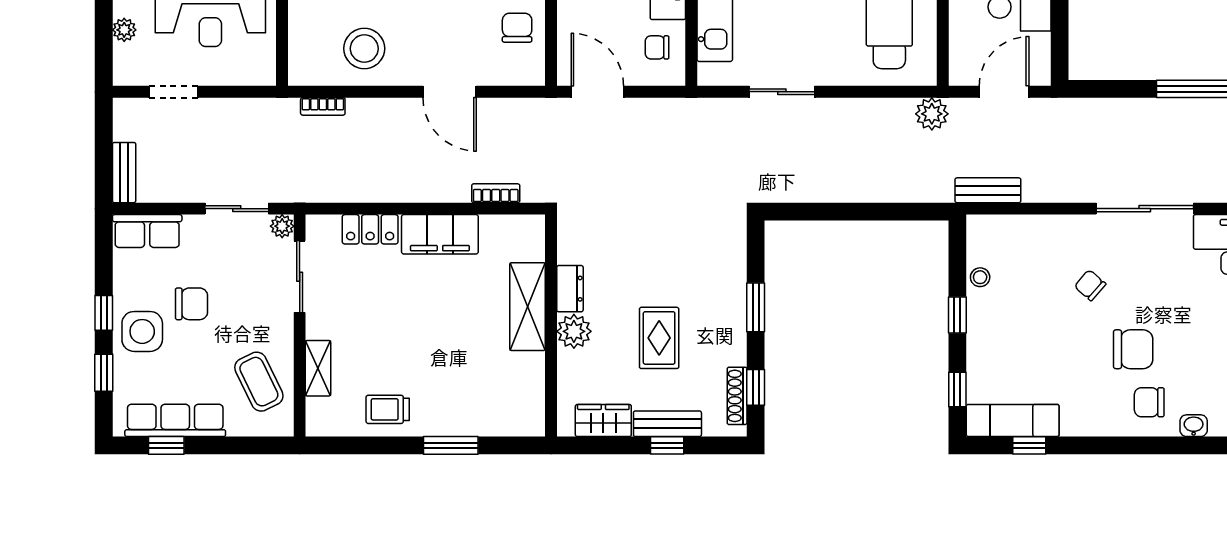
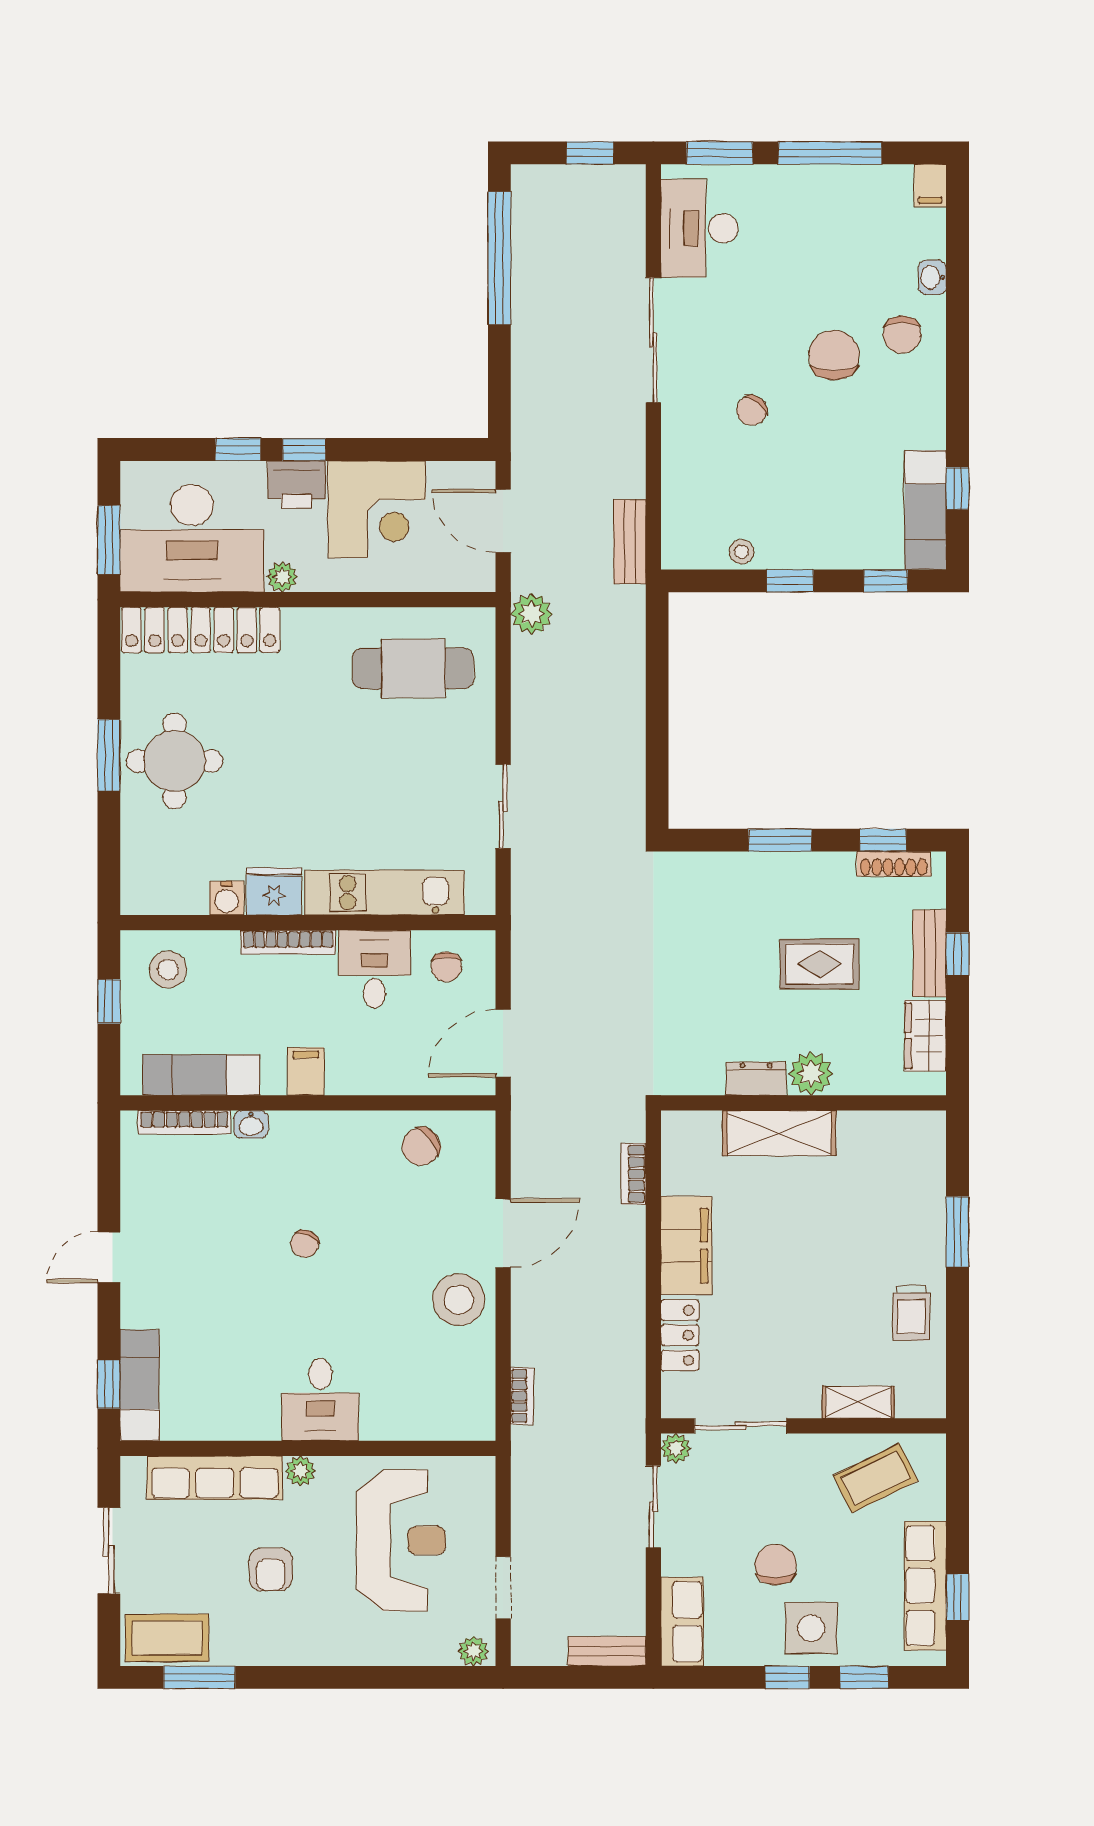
chair: (517, 28) -> (421, 1147), turned -38
plant: (124, 30) -> (473, 1651), moved
stool: (364, 49) -> (459, 1300), moved

